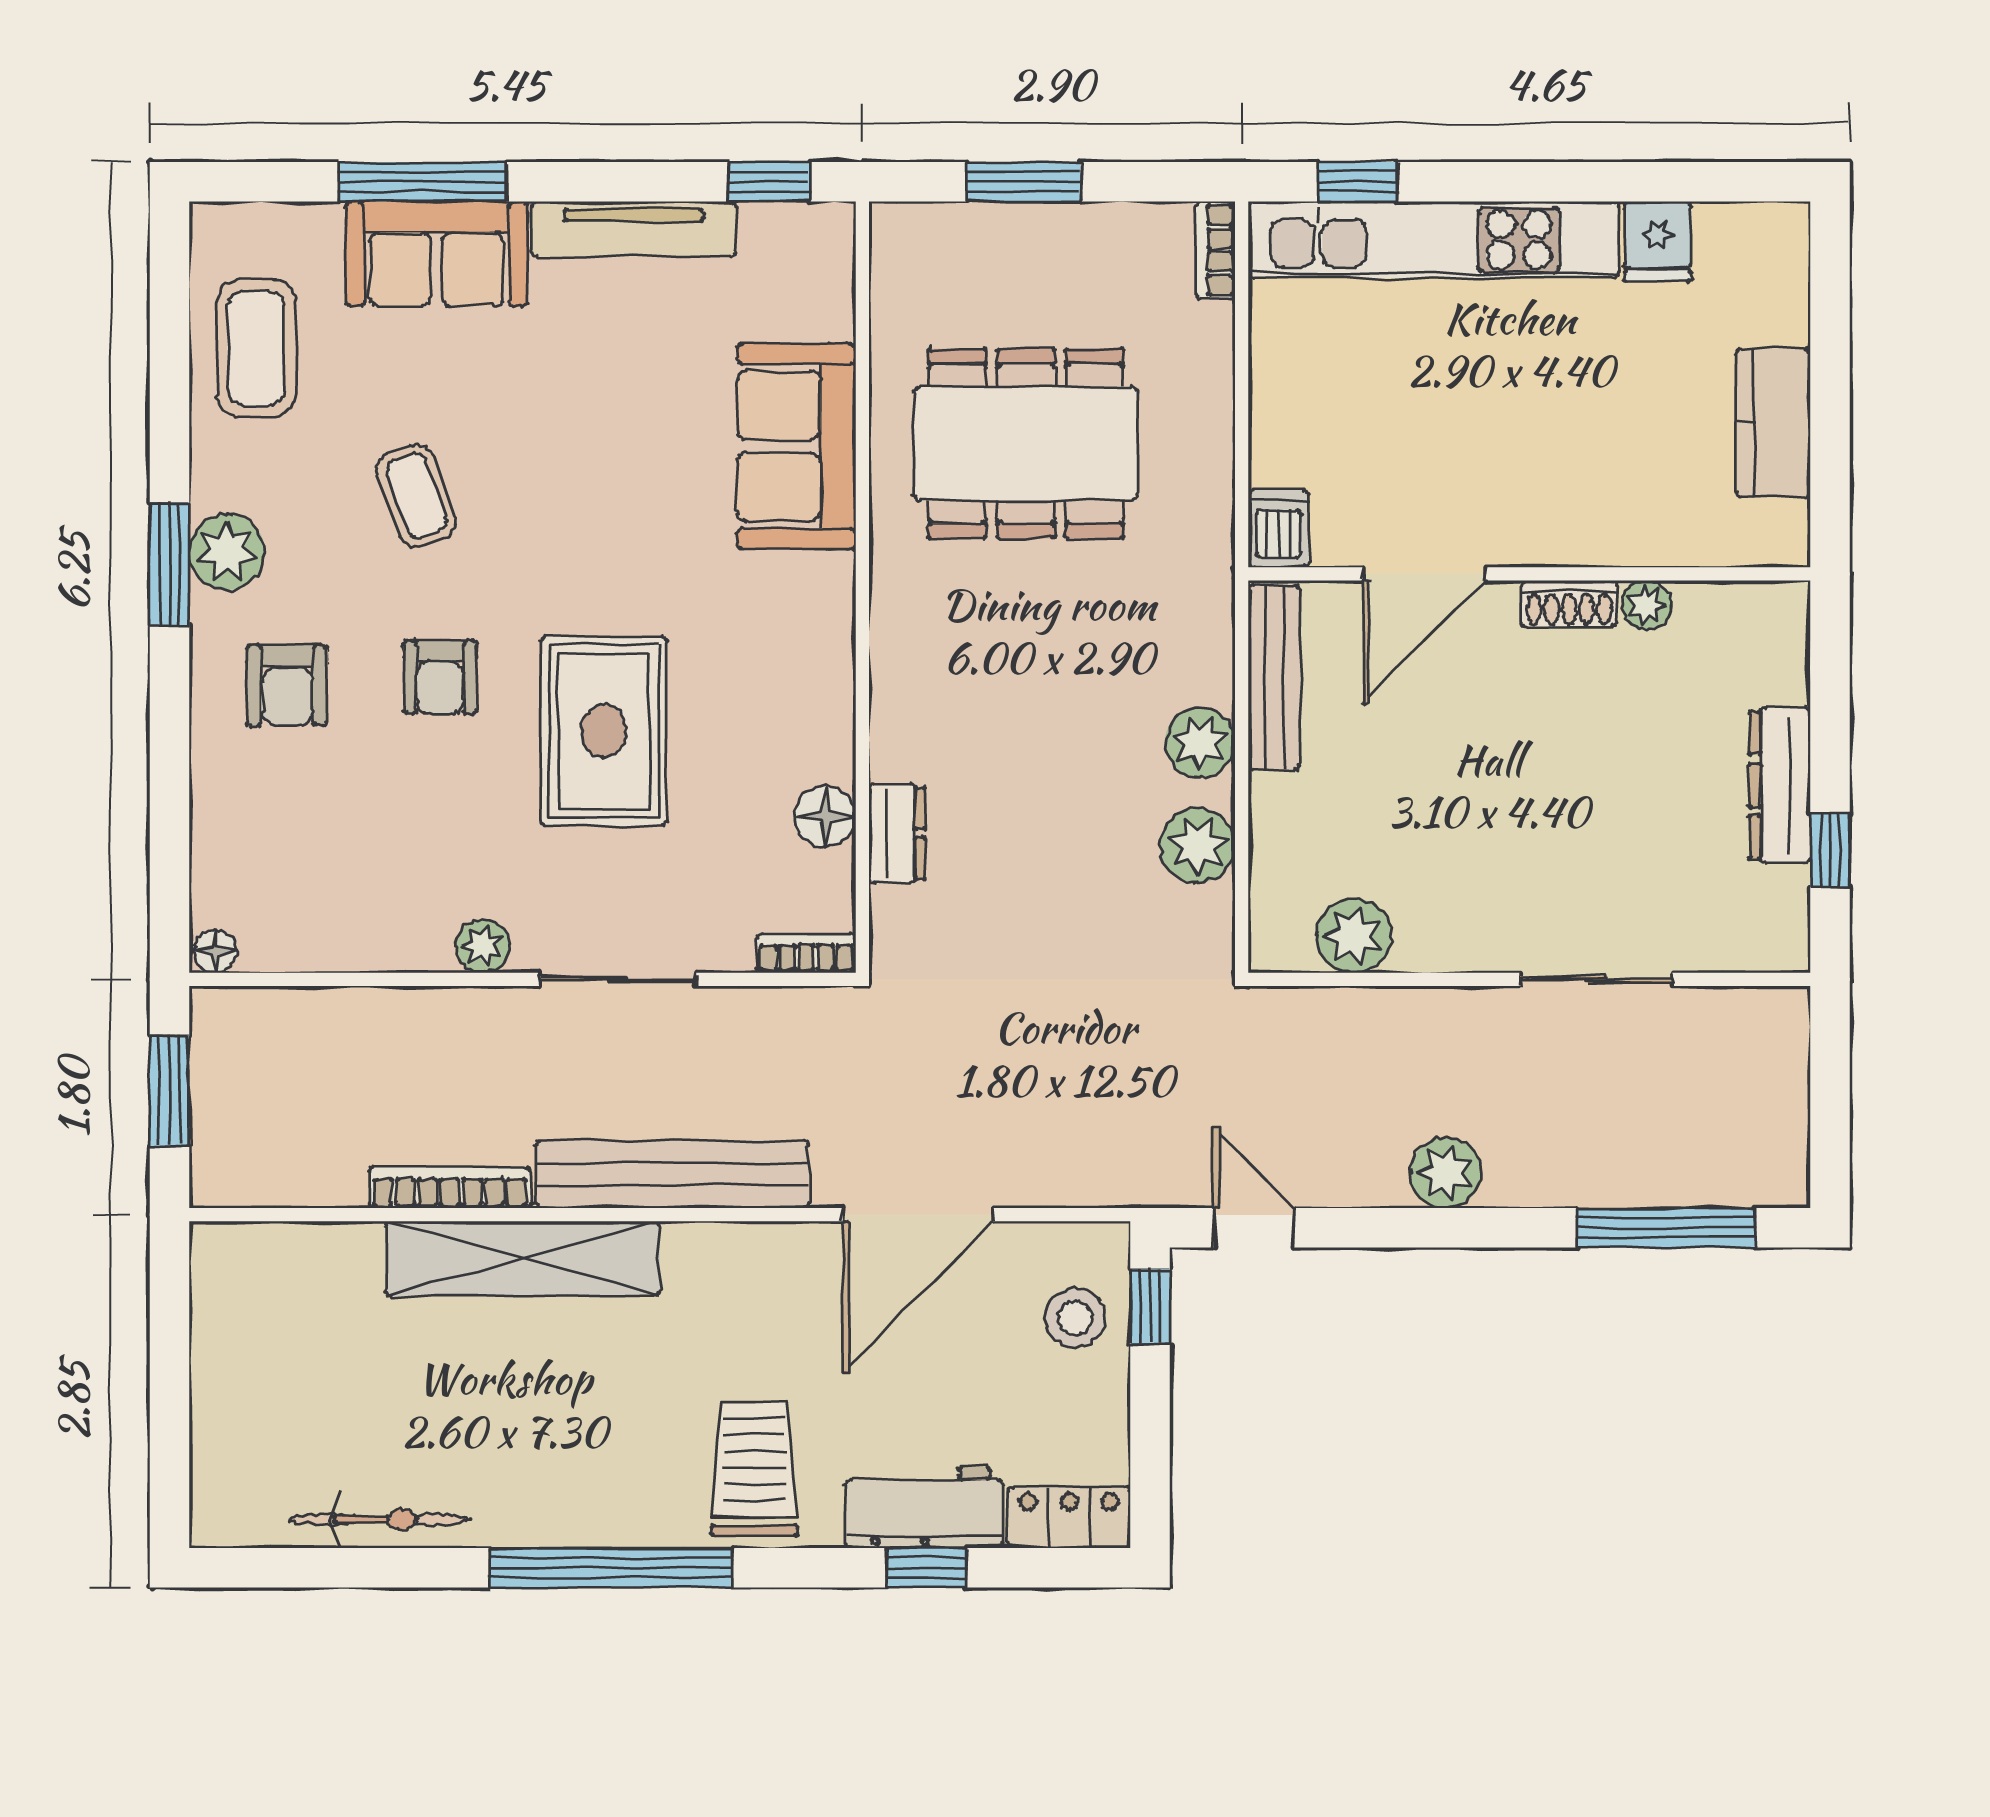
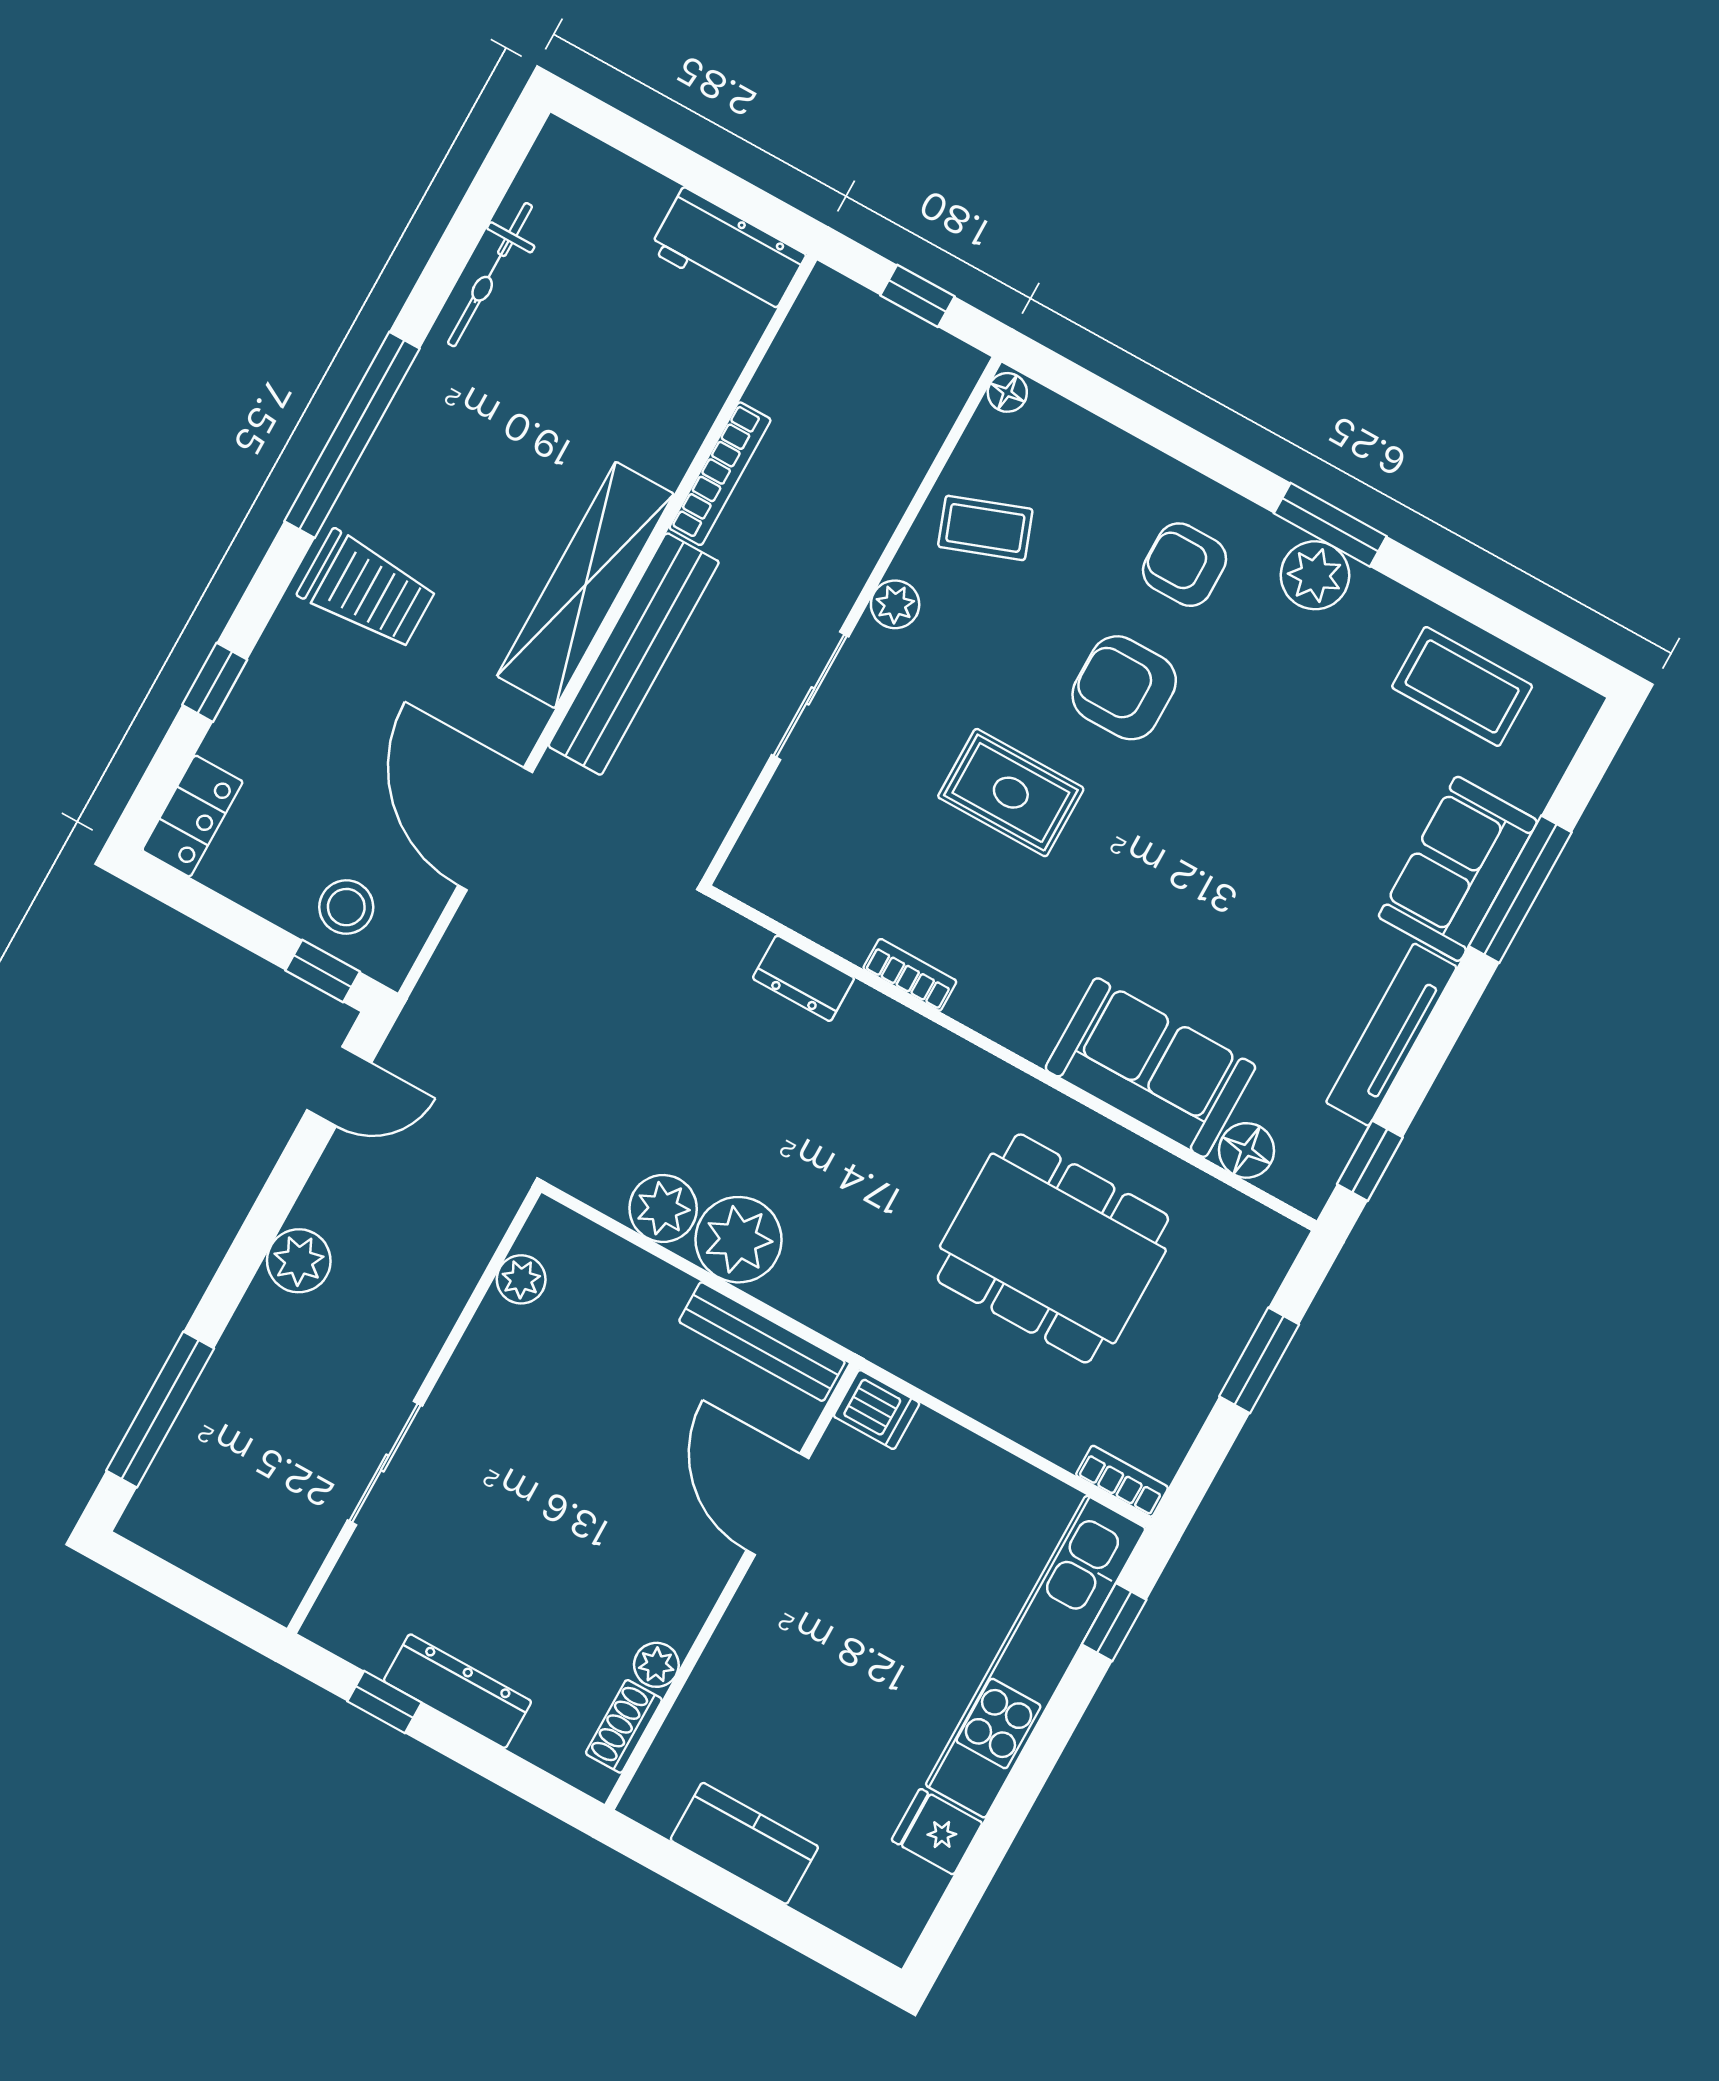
dining table: (1026, 444) -> (1053, 1248), turned 90
coffee table: (417, 496) -> (985, 528), moved
shoe rack: (1569, 604) -> (624, 1726), moved
armchair: (440, 677) -> (1124, 688), width x1.38, depth x1.38
rug: (604, 731) -> (1011, 793), width x0.73, depth x0.70
plant: (1200, 742) -> (739, 1240), width x1.36, depth x1.36
floor lamp: (825, 816) -> (1247, 1150), moved
plant: (1354, 936) -> (521, 1279), width x0.73, depth x0.73
bookcase: (806, 953) -> (910, 975), moved, turned -90
window: (169, 1091) -> (917, 296), width x0.67
shelving: (523, 1259) -> (585, 585), moved
workbench: (924, 1507) -> (727, 252), moved, turned 90

